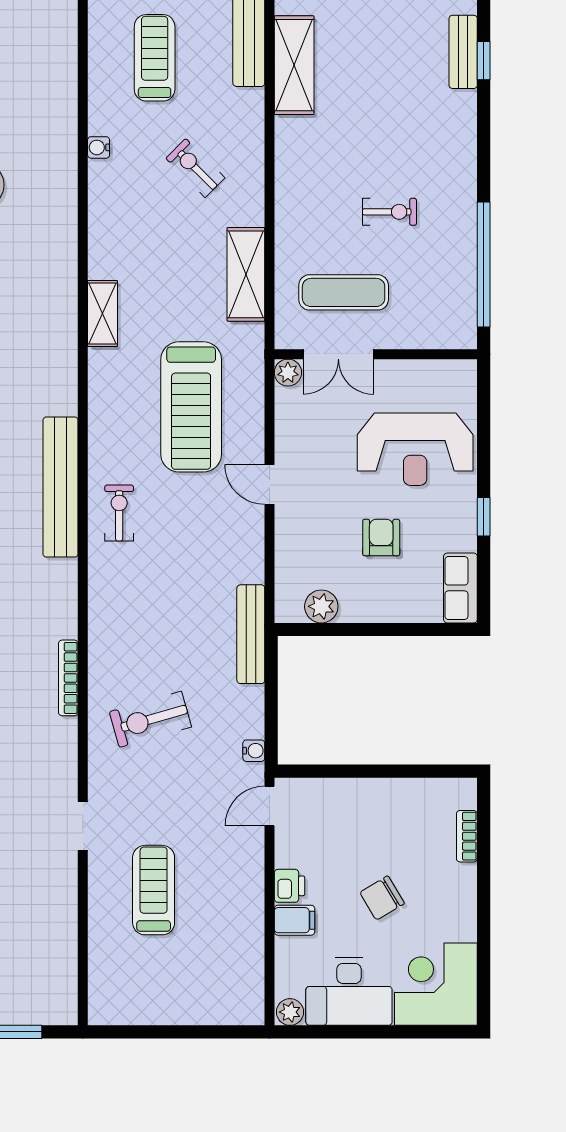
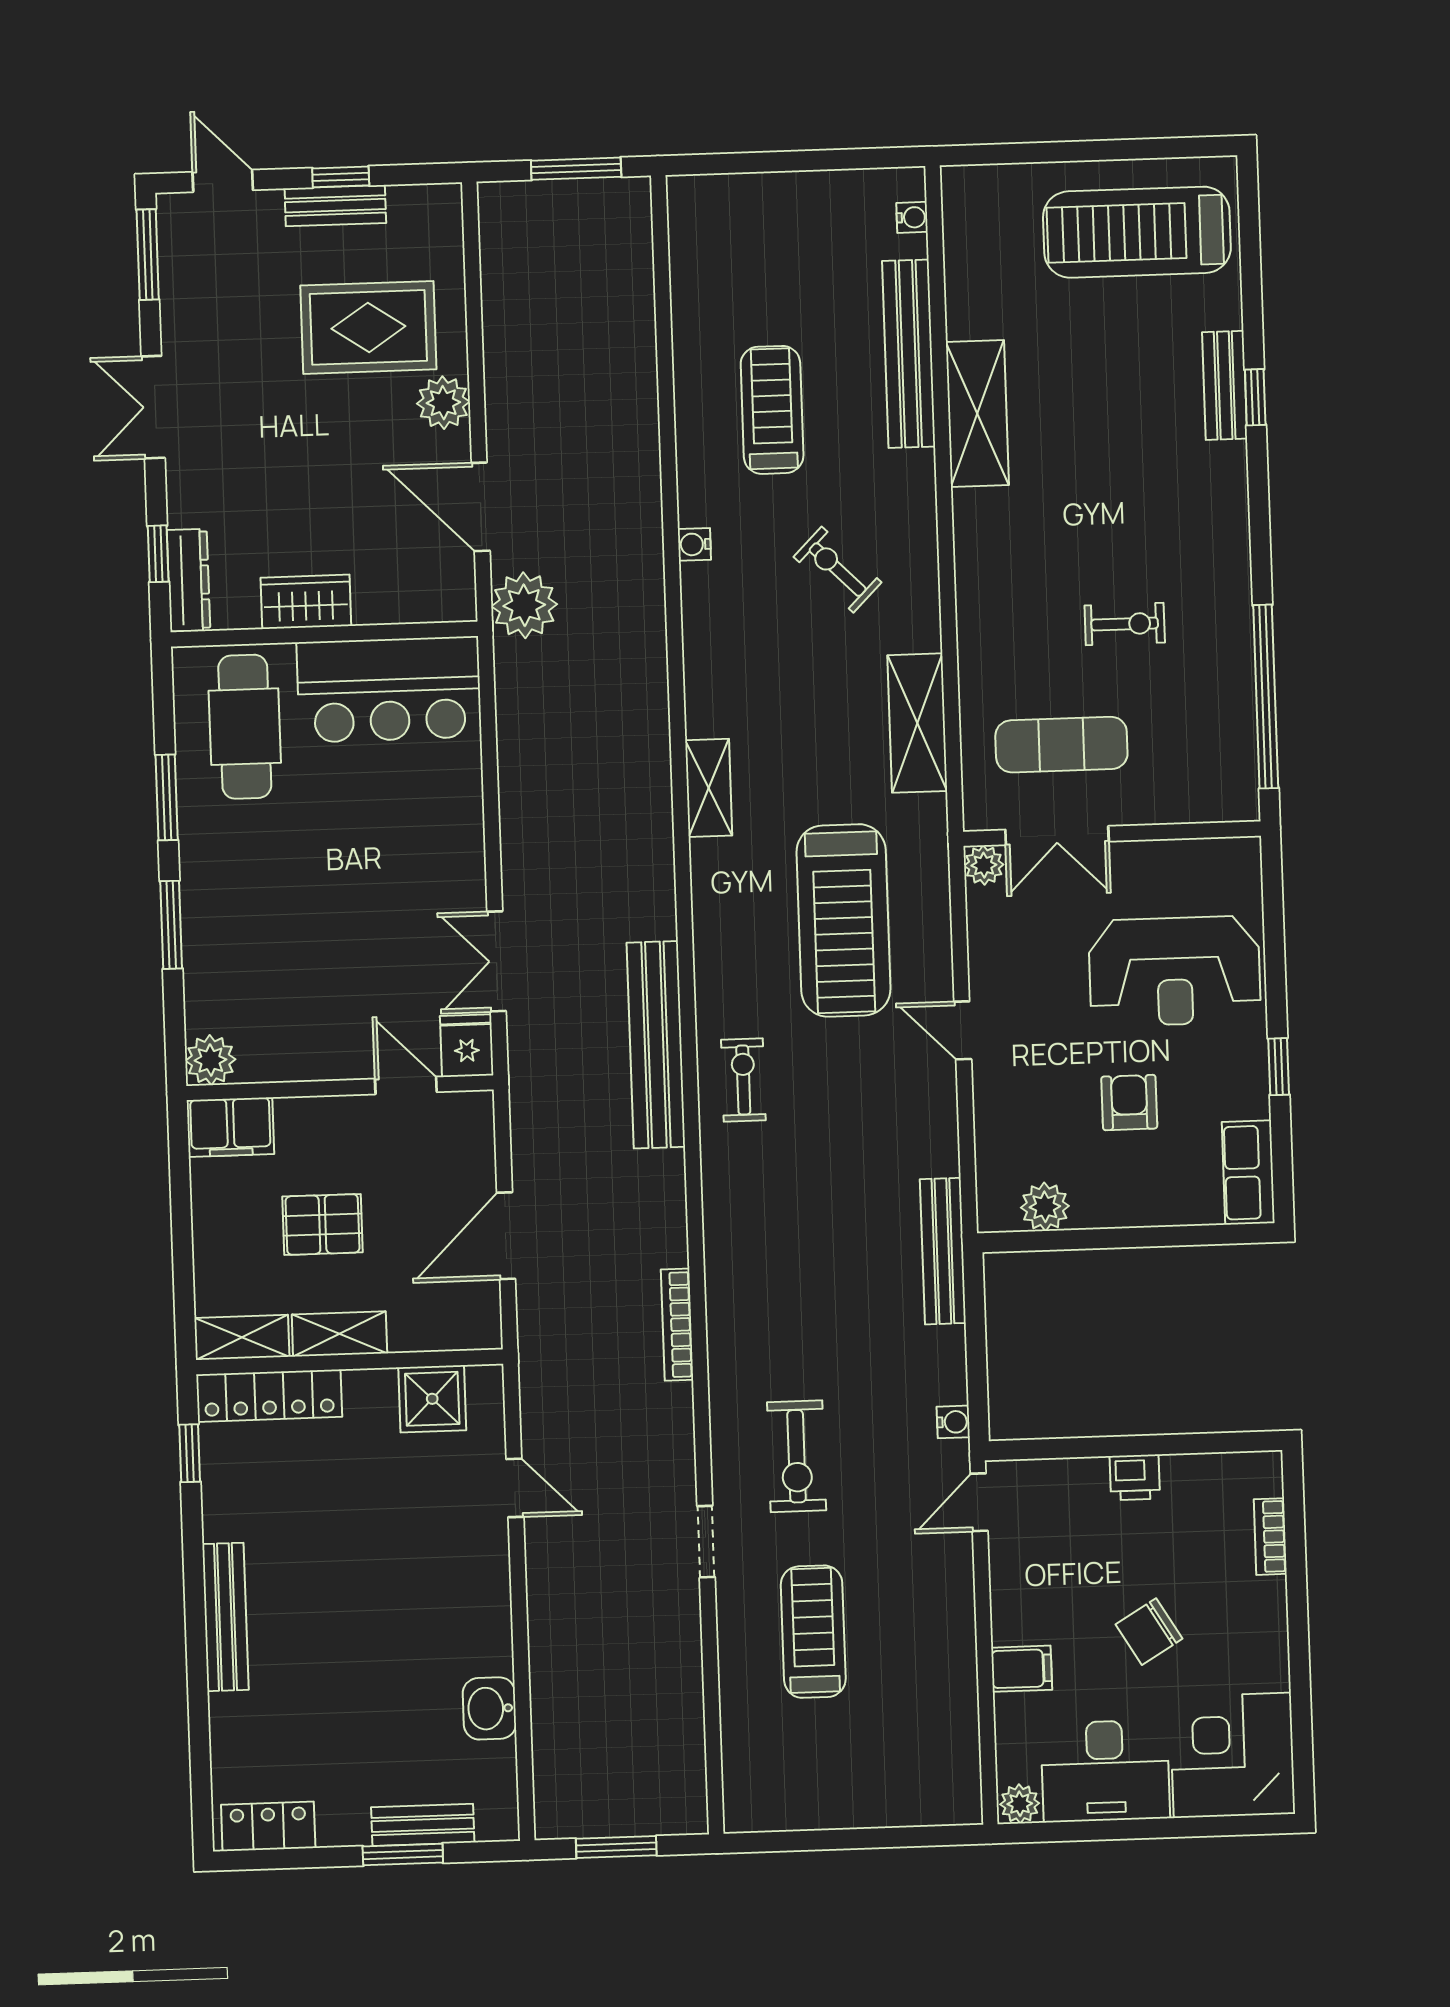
exercise bike: (150, 719) -> (797, 1456), moved, turned -74
printer: (290, 886) -> (1135, 1477), moved, turned 90

